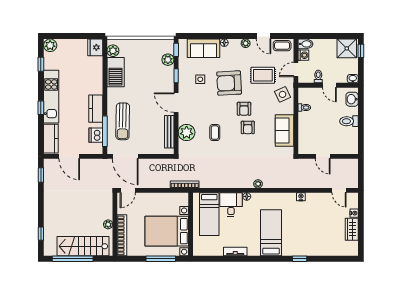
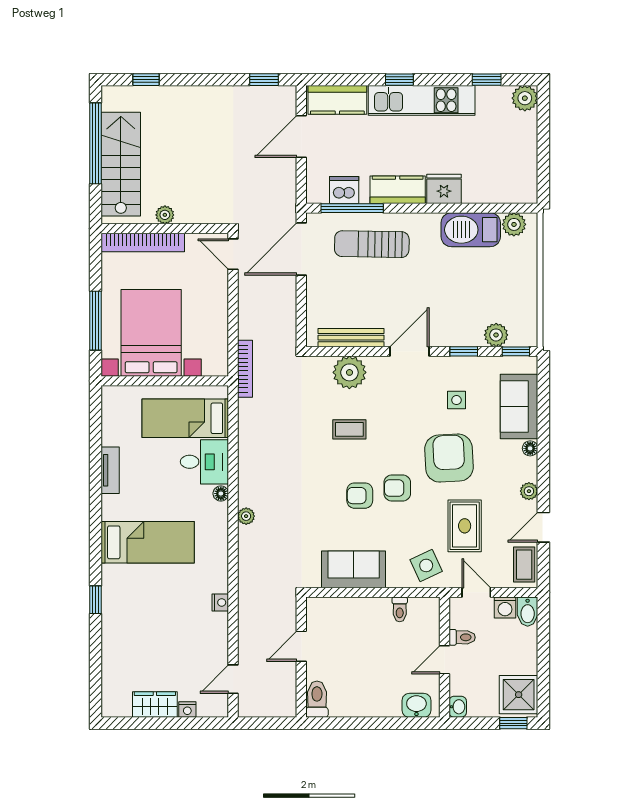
fridge: (95, 47) -> (444, 189), moved
toilet: (349, 121) -> (317, 699), moved

